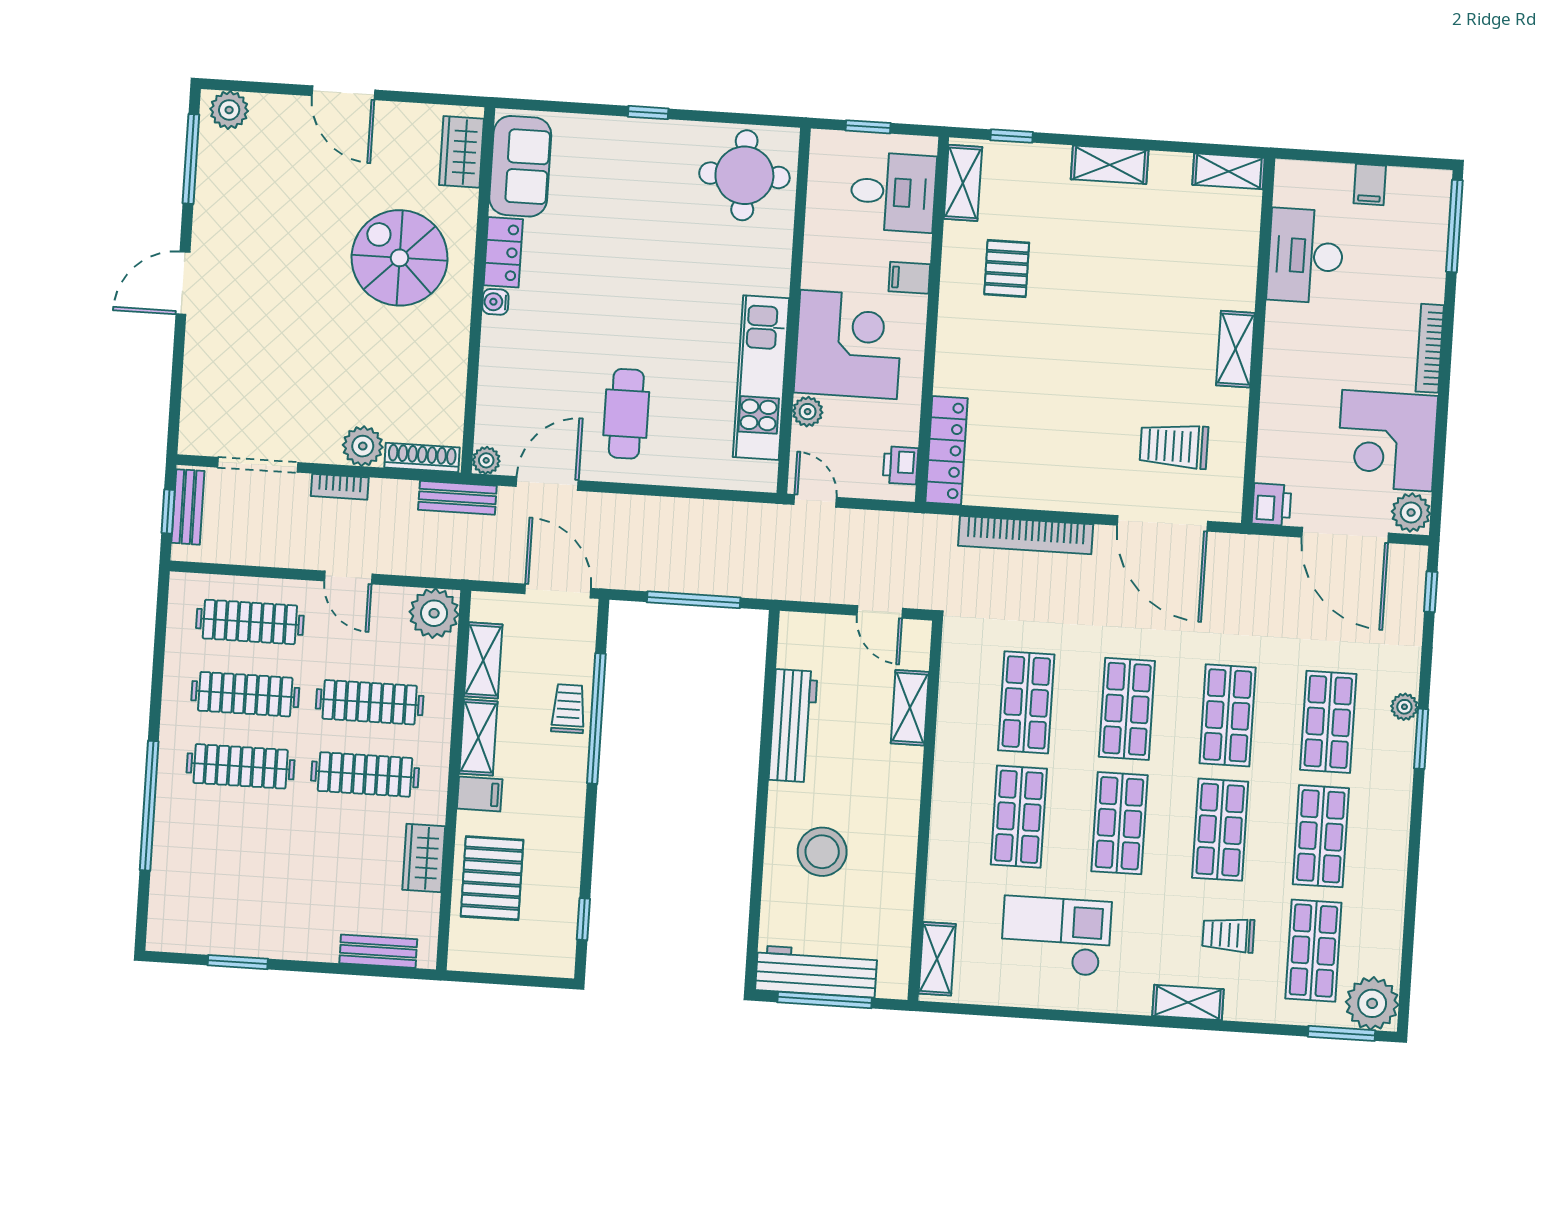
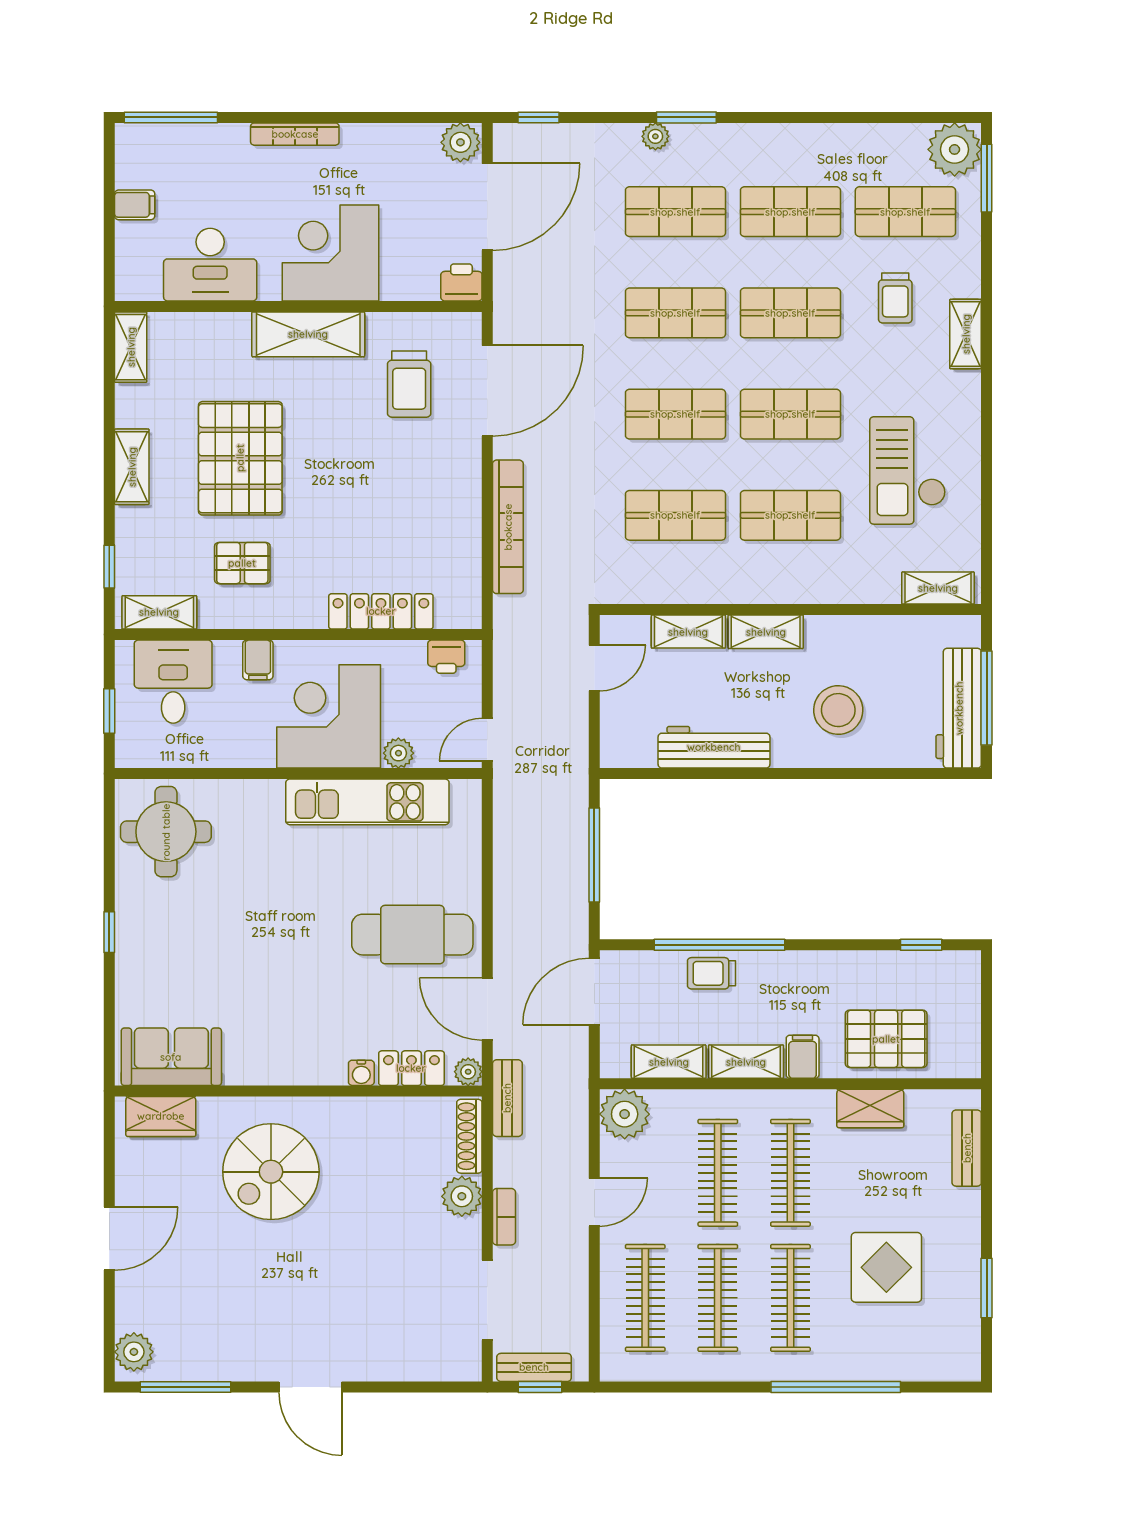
locker: (503, 252) -> (411, 1068), moved
pallet: (1111, 273) -> (240, 458), added
water cooler: (495, 302) -> (361, 1073), moved
shelving: (1235, 349) -> (308, 334), width x1.50, depth x1.33
cafe table: (626, 414) -> (412, 935), width x1.37, depth x1.35
corner desk: (1387, 441) -> (330, 253), moved, turned 180
locker: (947, 450) -> (381, 611), moved
shelving: (905, 785) -> (766, 632), added
display table: (265, 864) -> (886, 1267), added

